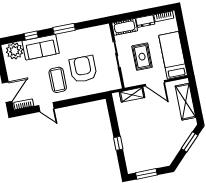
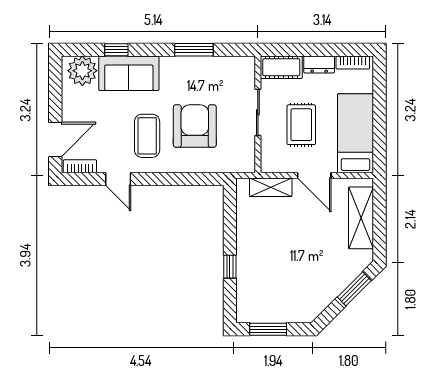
window: (64, 29) -> (194, 50), moved

